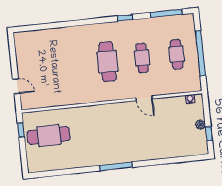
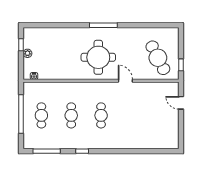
cafe table: (107, 62) -> (101, 115), width x0.73, depth x0.74
door: (144, 98) -> (125, 81), moved
round table: (118, 129) -> (98, 57), added
cafe table: (49, 136) -> (158, 58), turned 63

